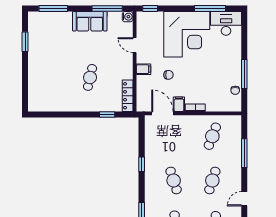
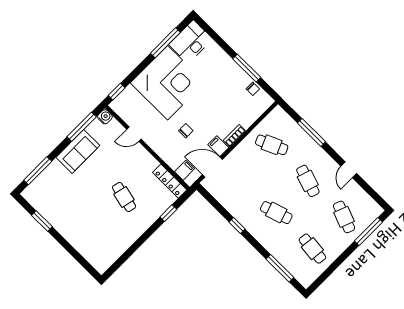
filing cabinet: (143, 69) -> (185, 170), moved
cafe table: (212, 136) -> (272, 145), turned -45

